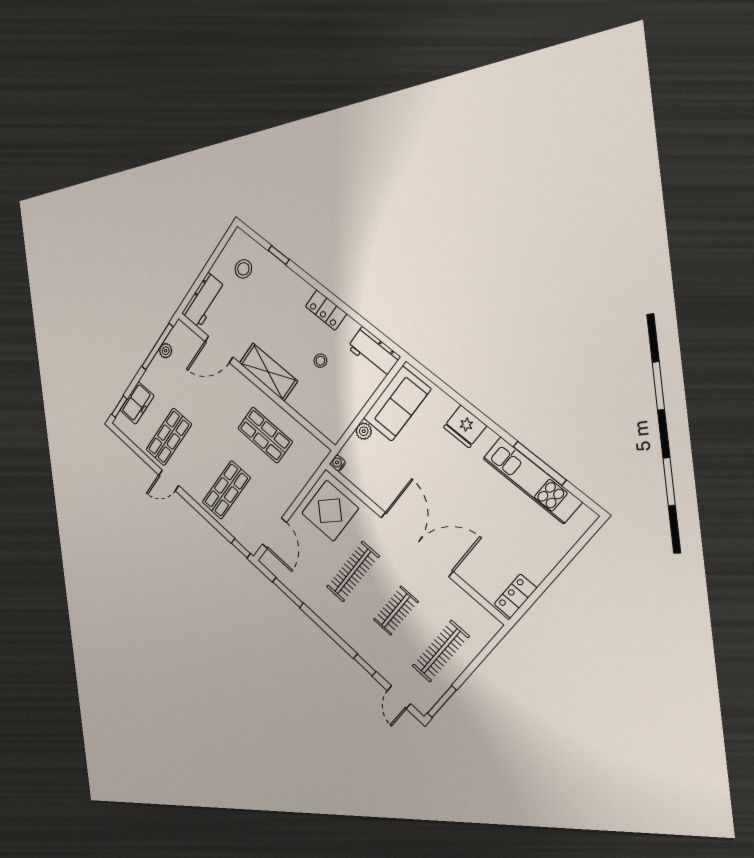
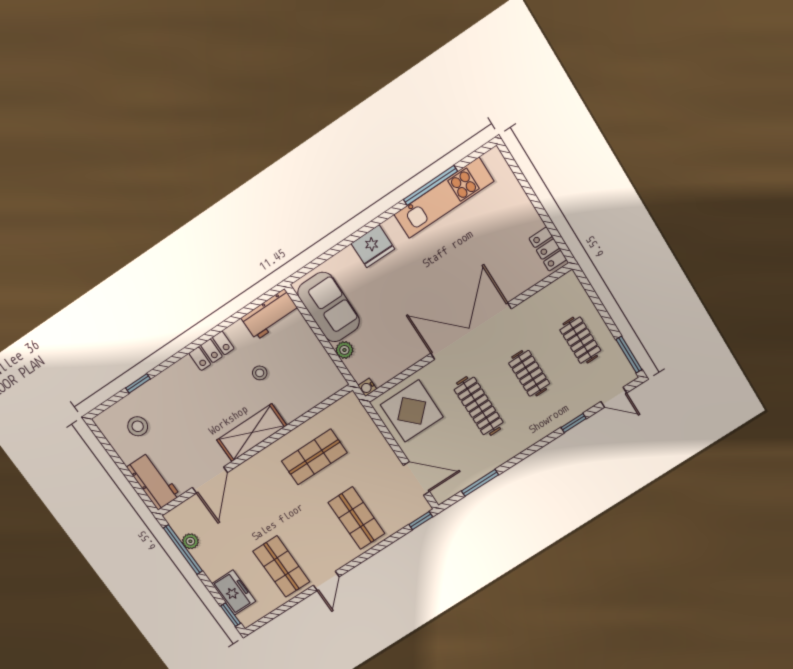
clothes rail: (440, 651) -> (580, 340), width x0.73

